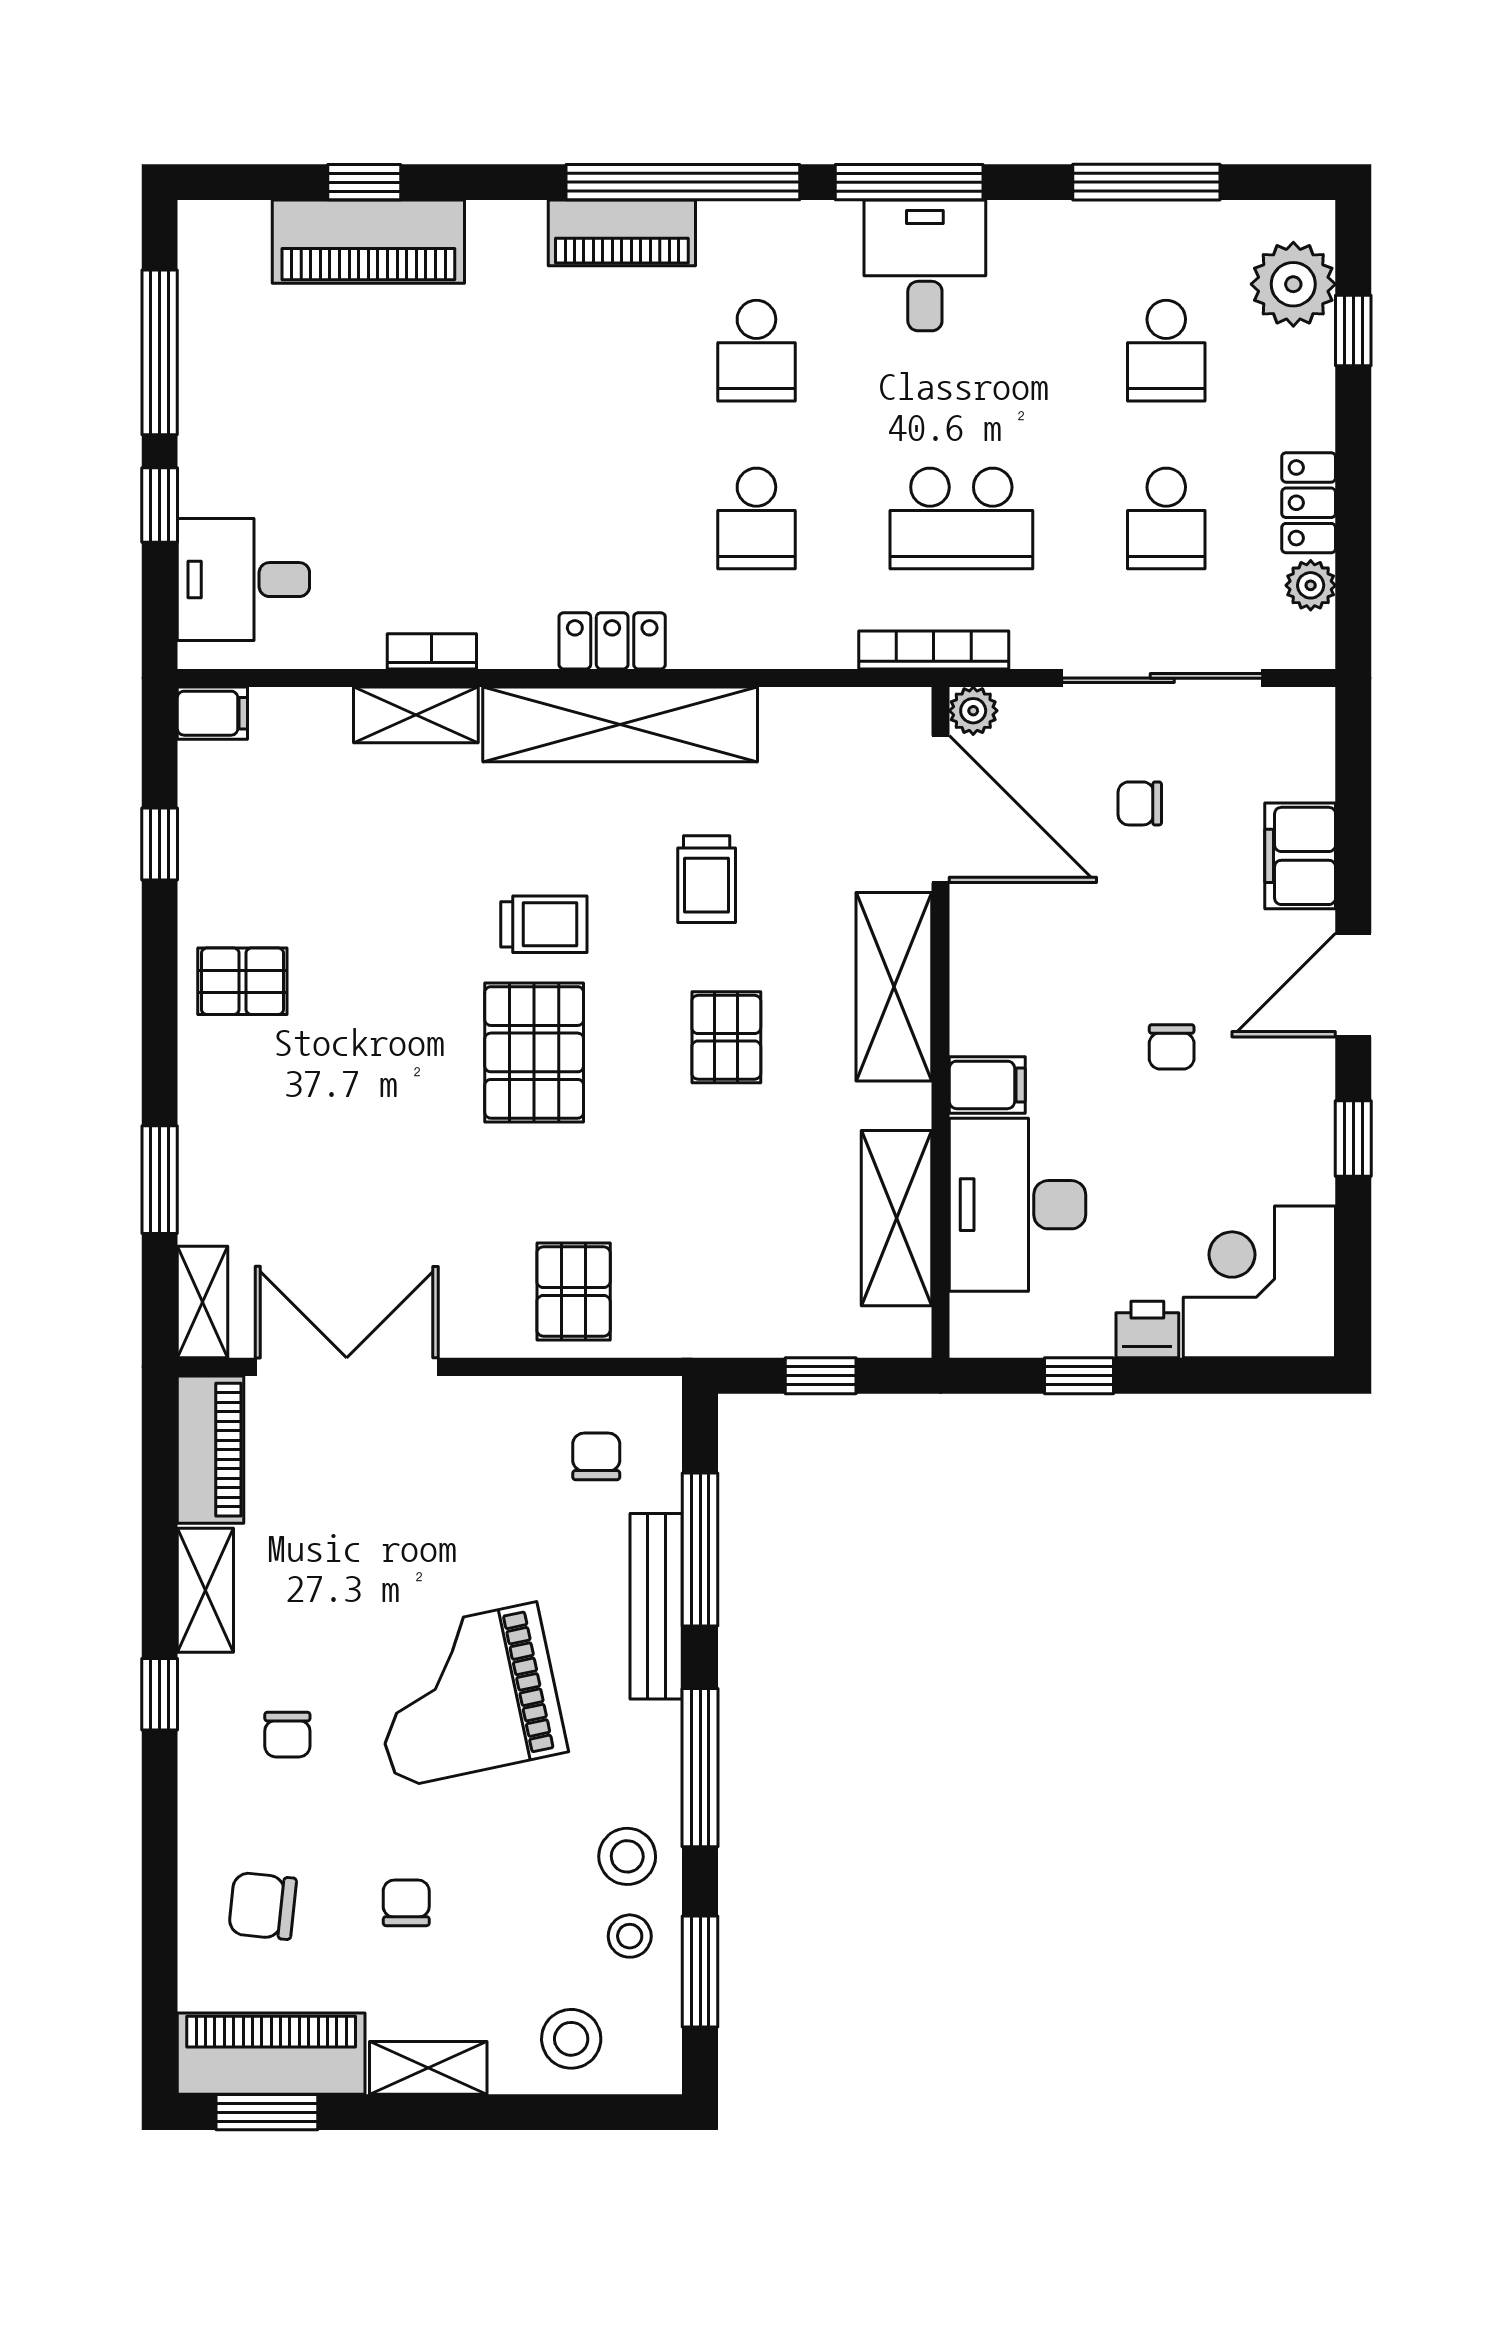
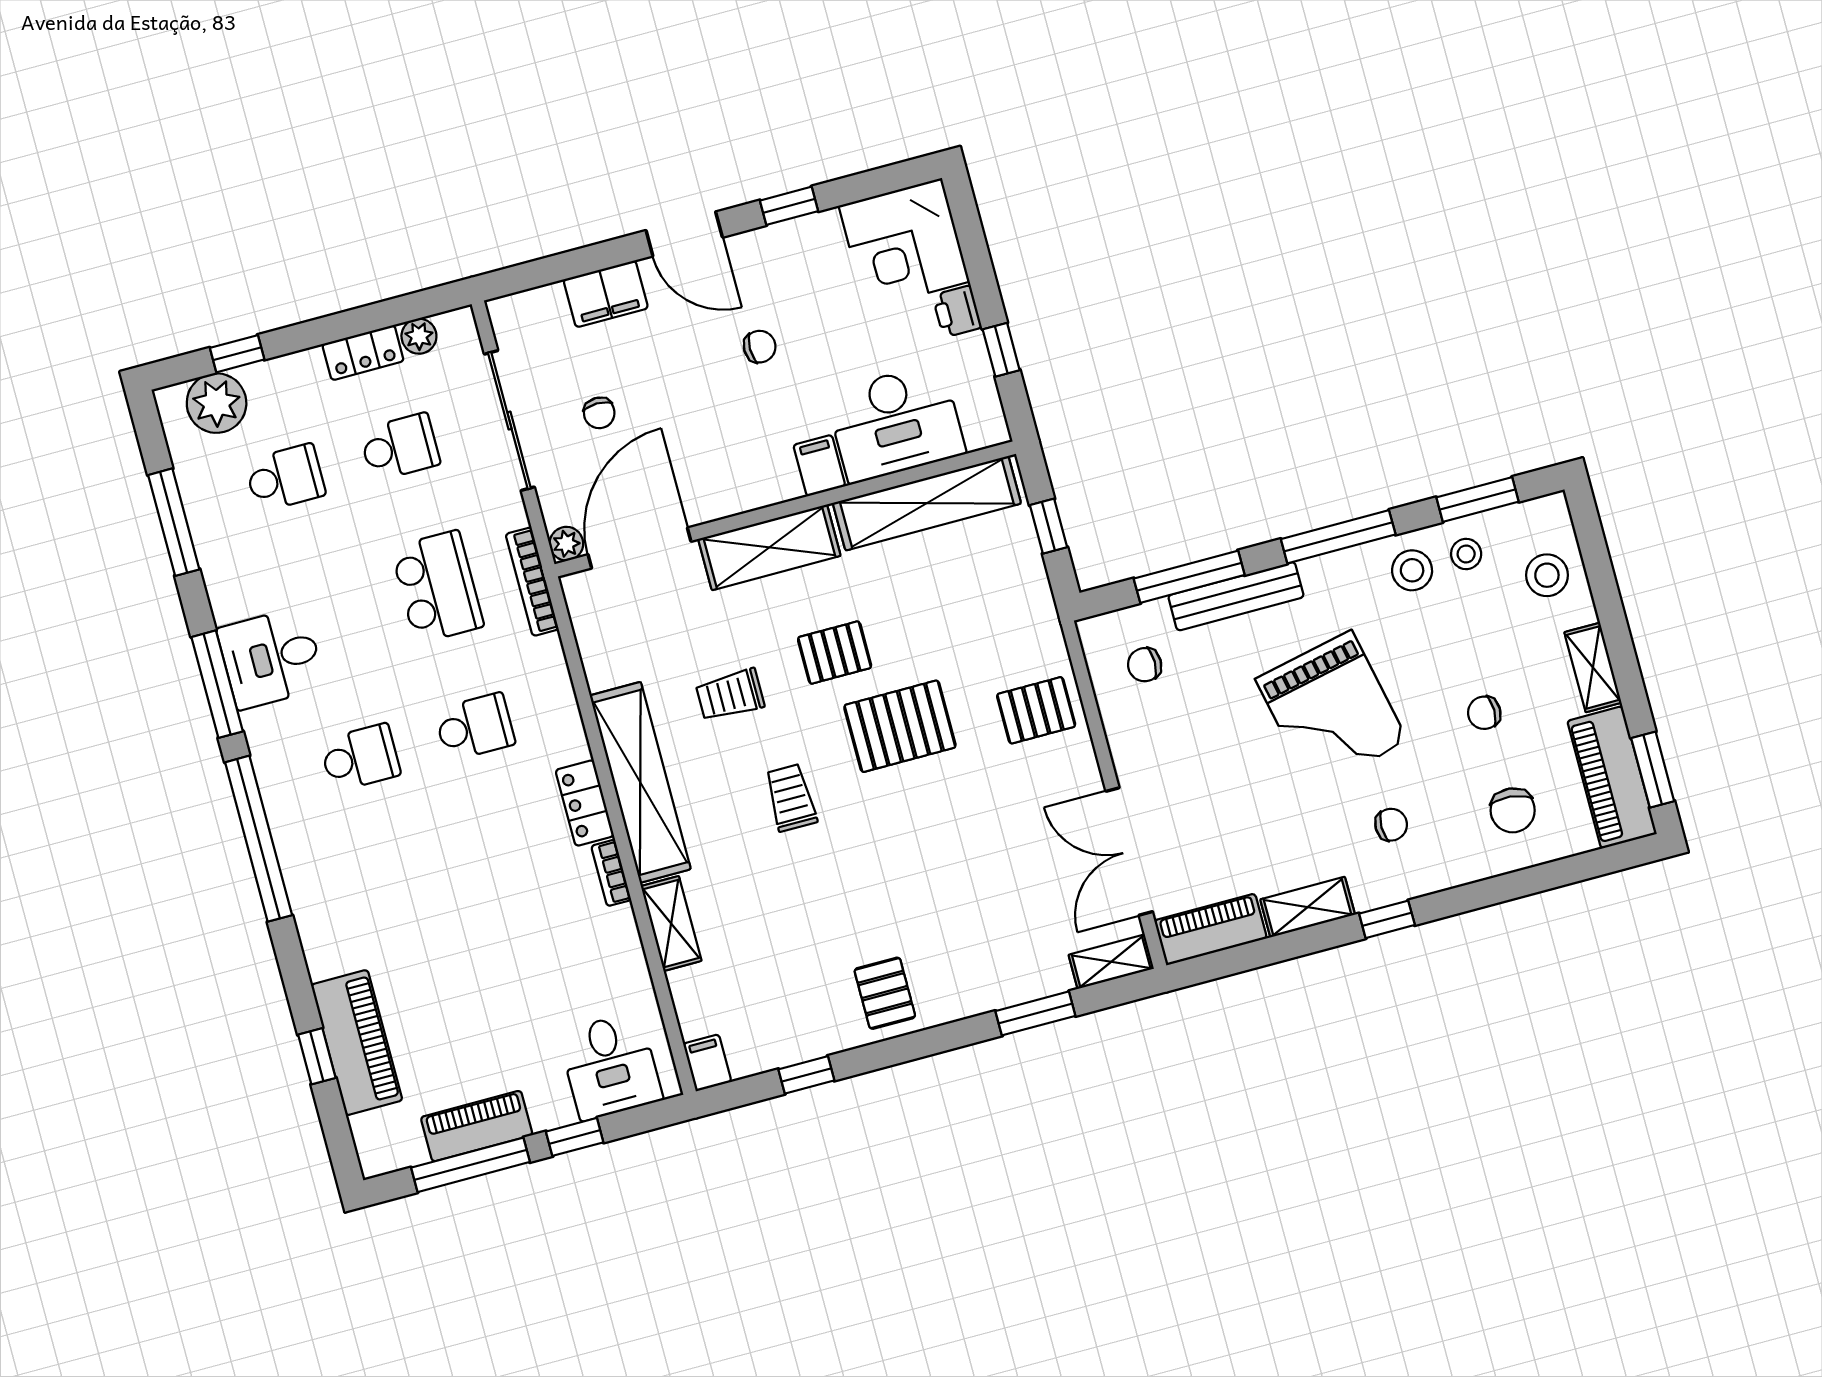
piano: (622, 233) -> (477, 1126), moved, turned -90
bookcase: (432, 651) -> (611, 873), moved
trolley: (707, 879) -> (730, 695), turned 180
pallet: (534, 1052) -> (900, 726), moved
shelving: (897, 1218) -> (927, 503), width x1.47

